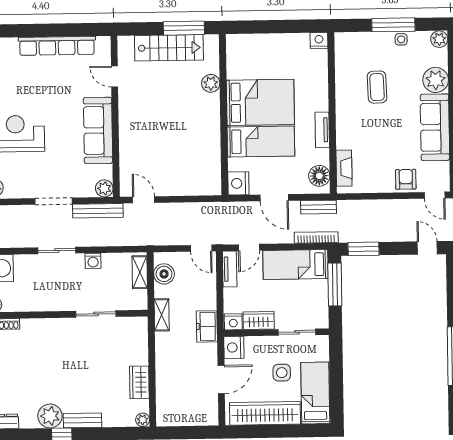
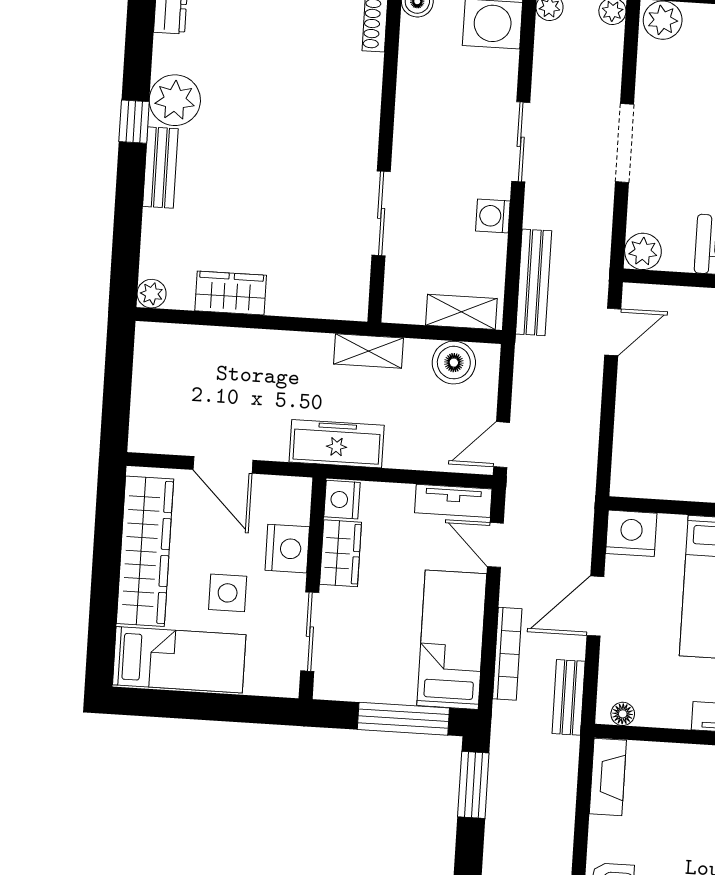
fireplace: (344, 168) -> (608, 777), moved, turned -90
floor lamp: (319, 176) -> (623, 714), width x0.53, depth x0.53
bench: (98, 211) -> (534, 282), moved
bookcase: (316, 237) -> (507, 654), moved
freezer: (207, 326) -> (337, 444), width x1.40
nightstand: (234, 347) -> (287, 549), moved, turned 90

